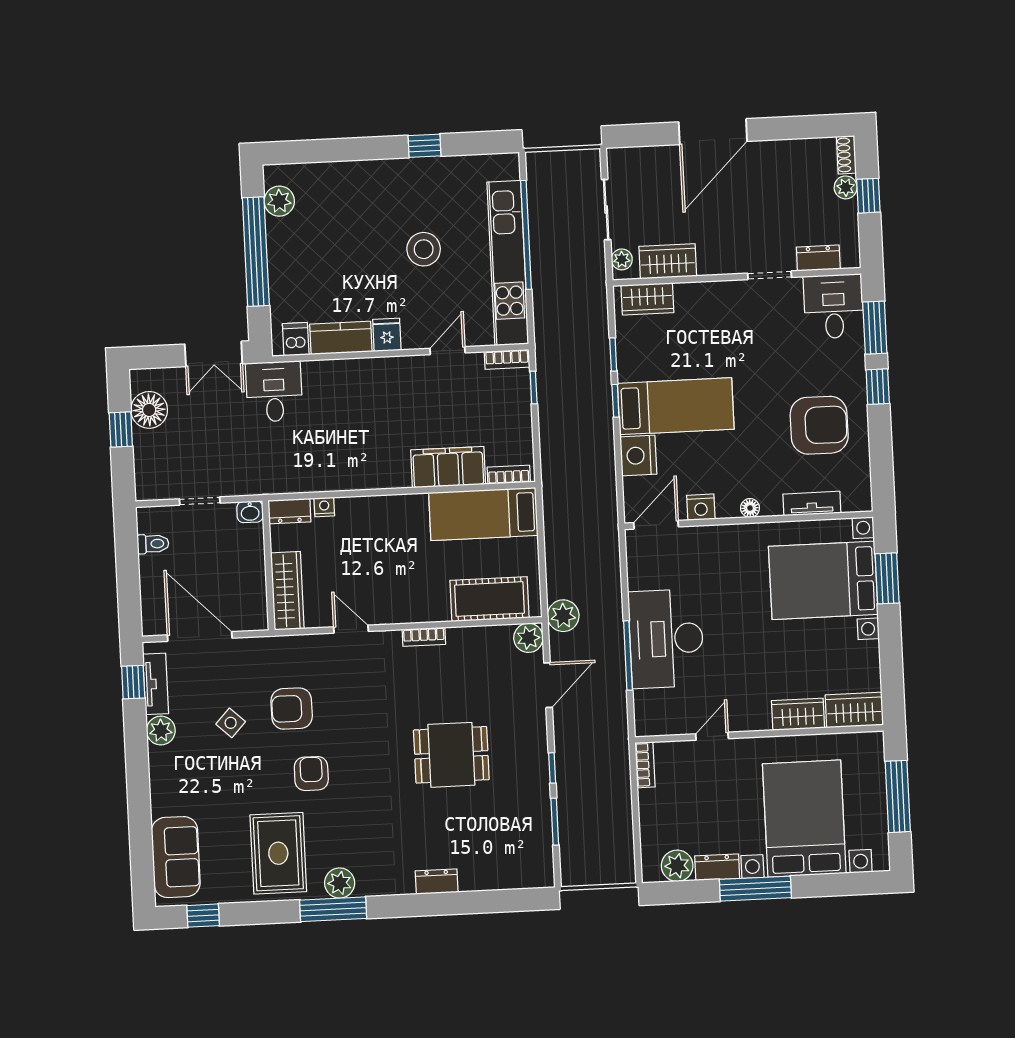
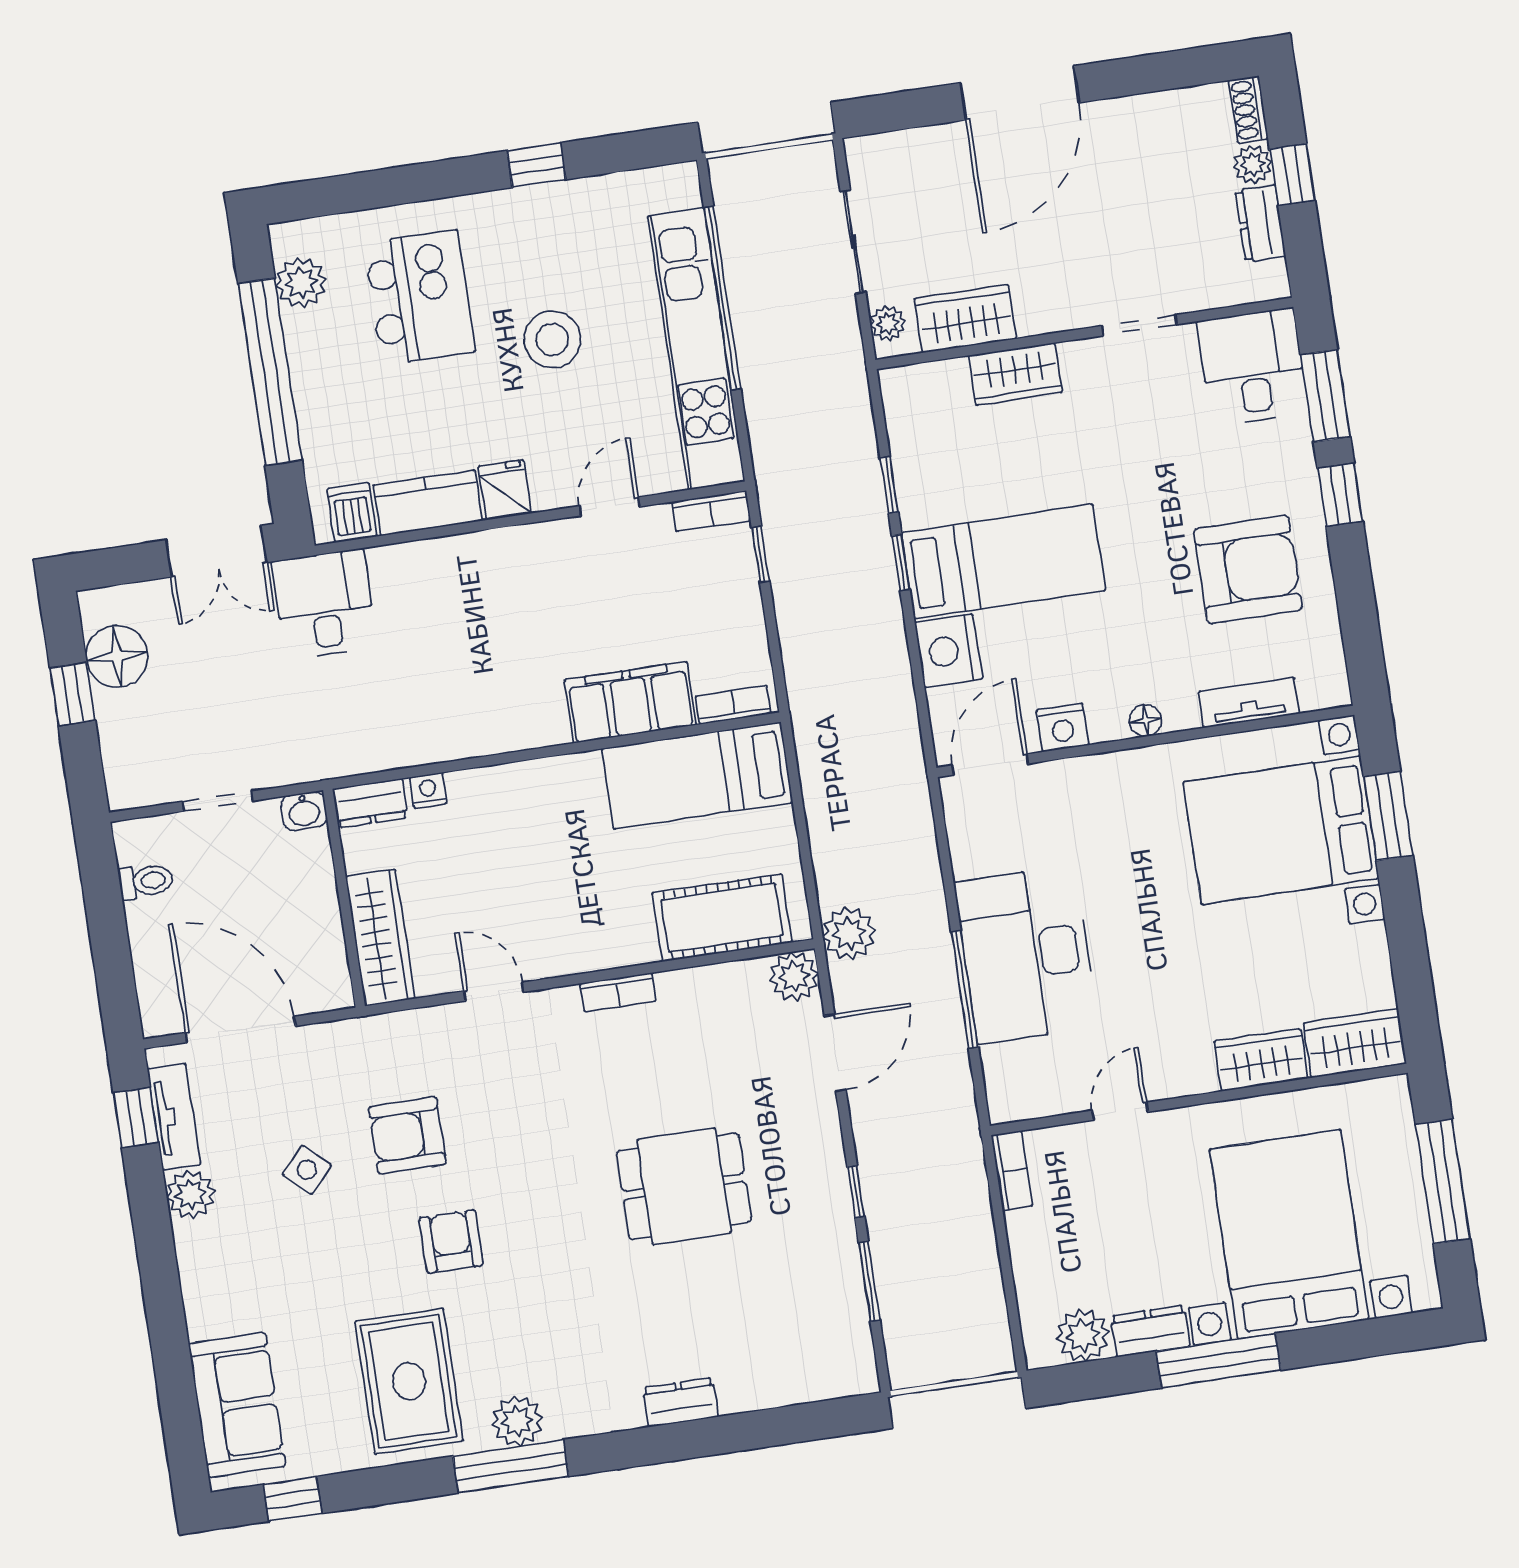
kitchen island: (348, 217) -> (420, 297), added
dresser: (818, 258) -> (1260, 223), moved, turned -90
wardrobe: (647, 299) -> (1015, 374), moved

